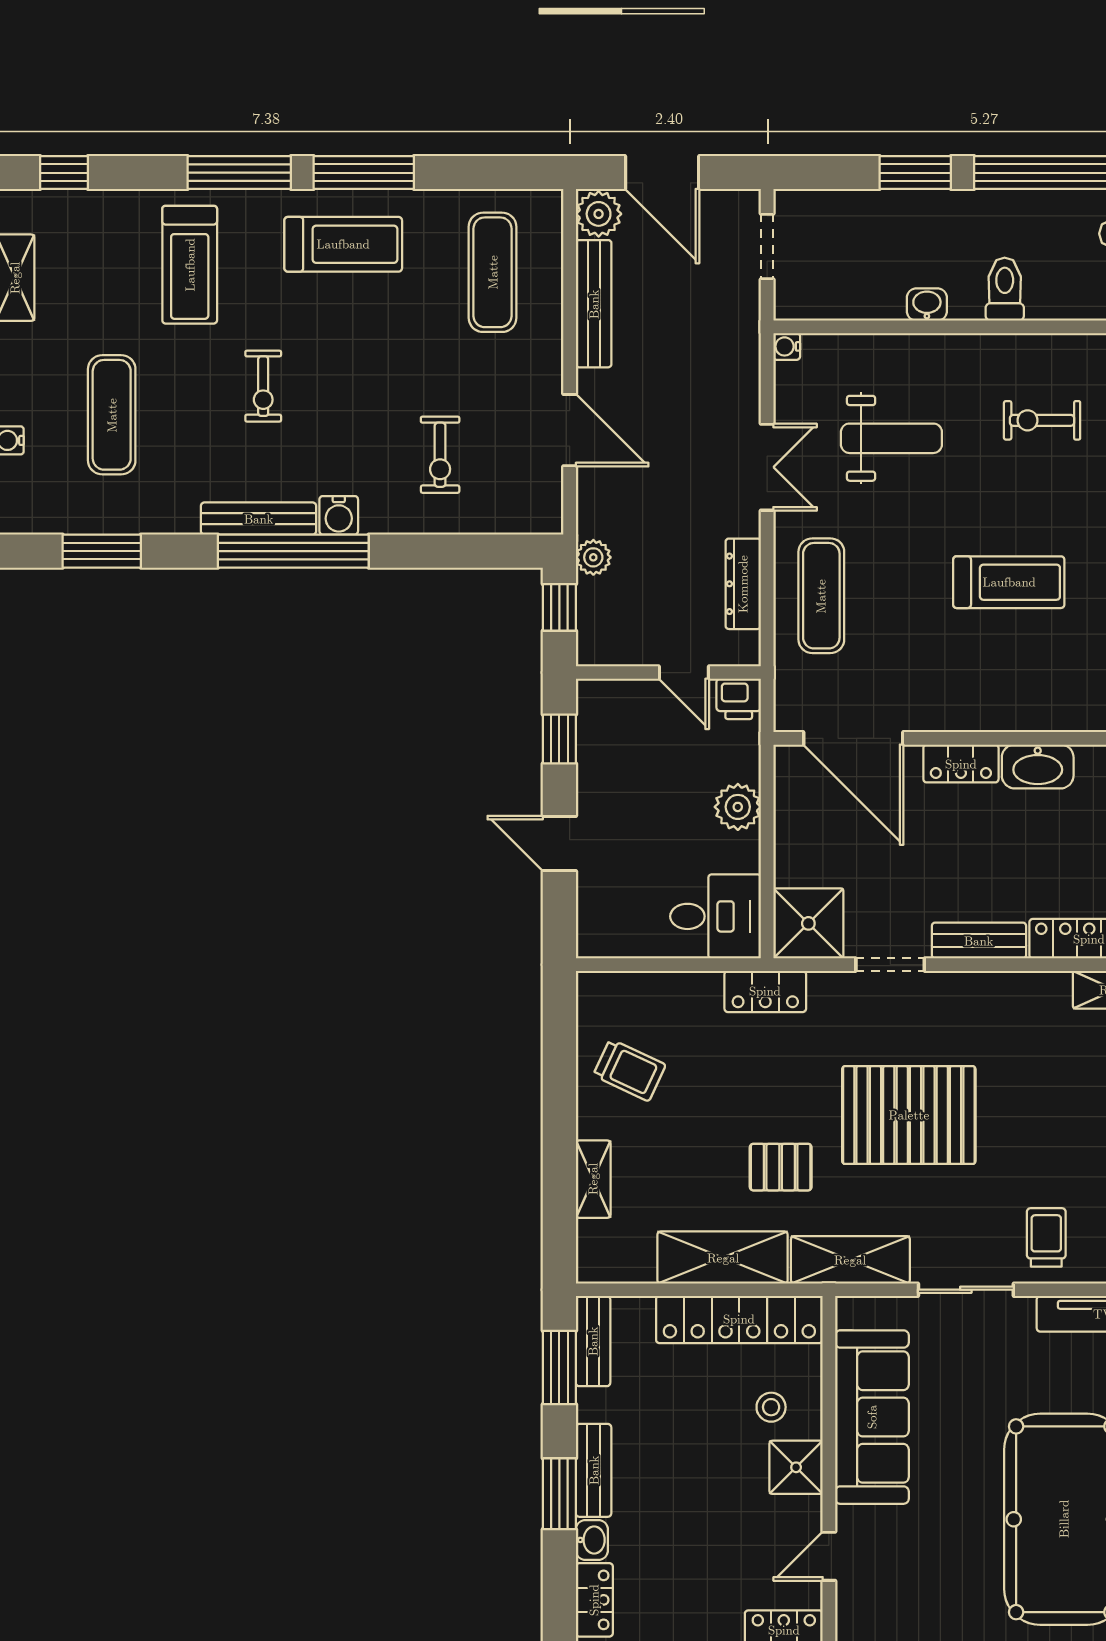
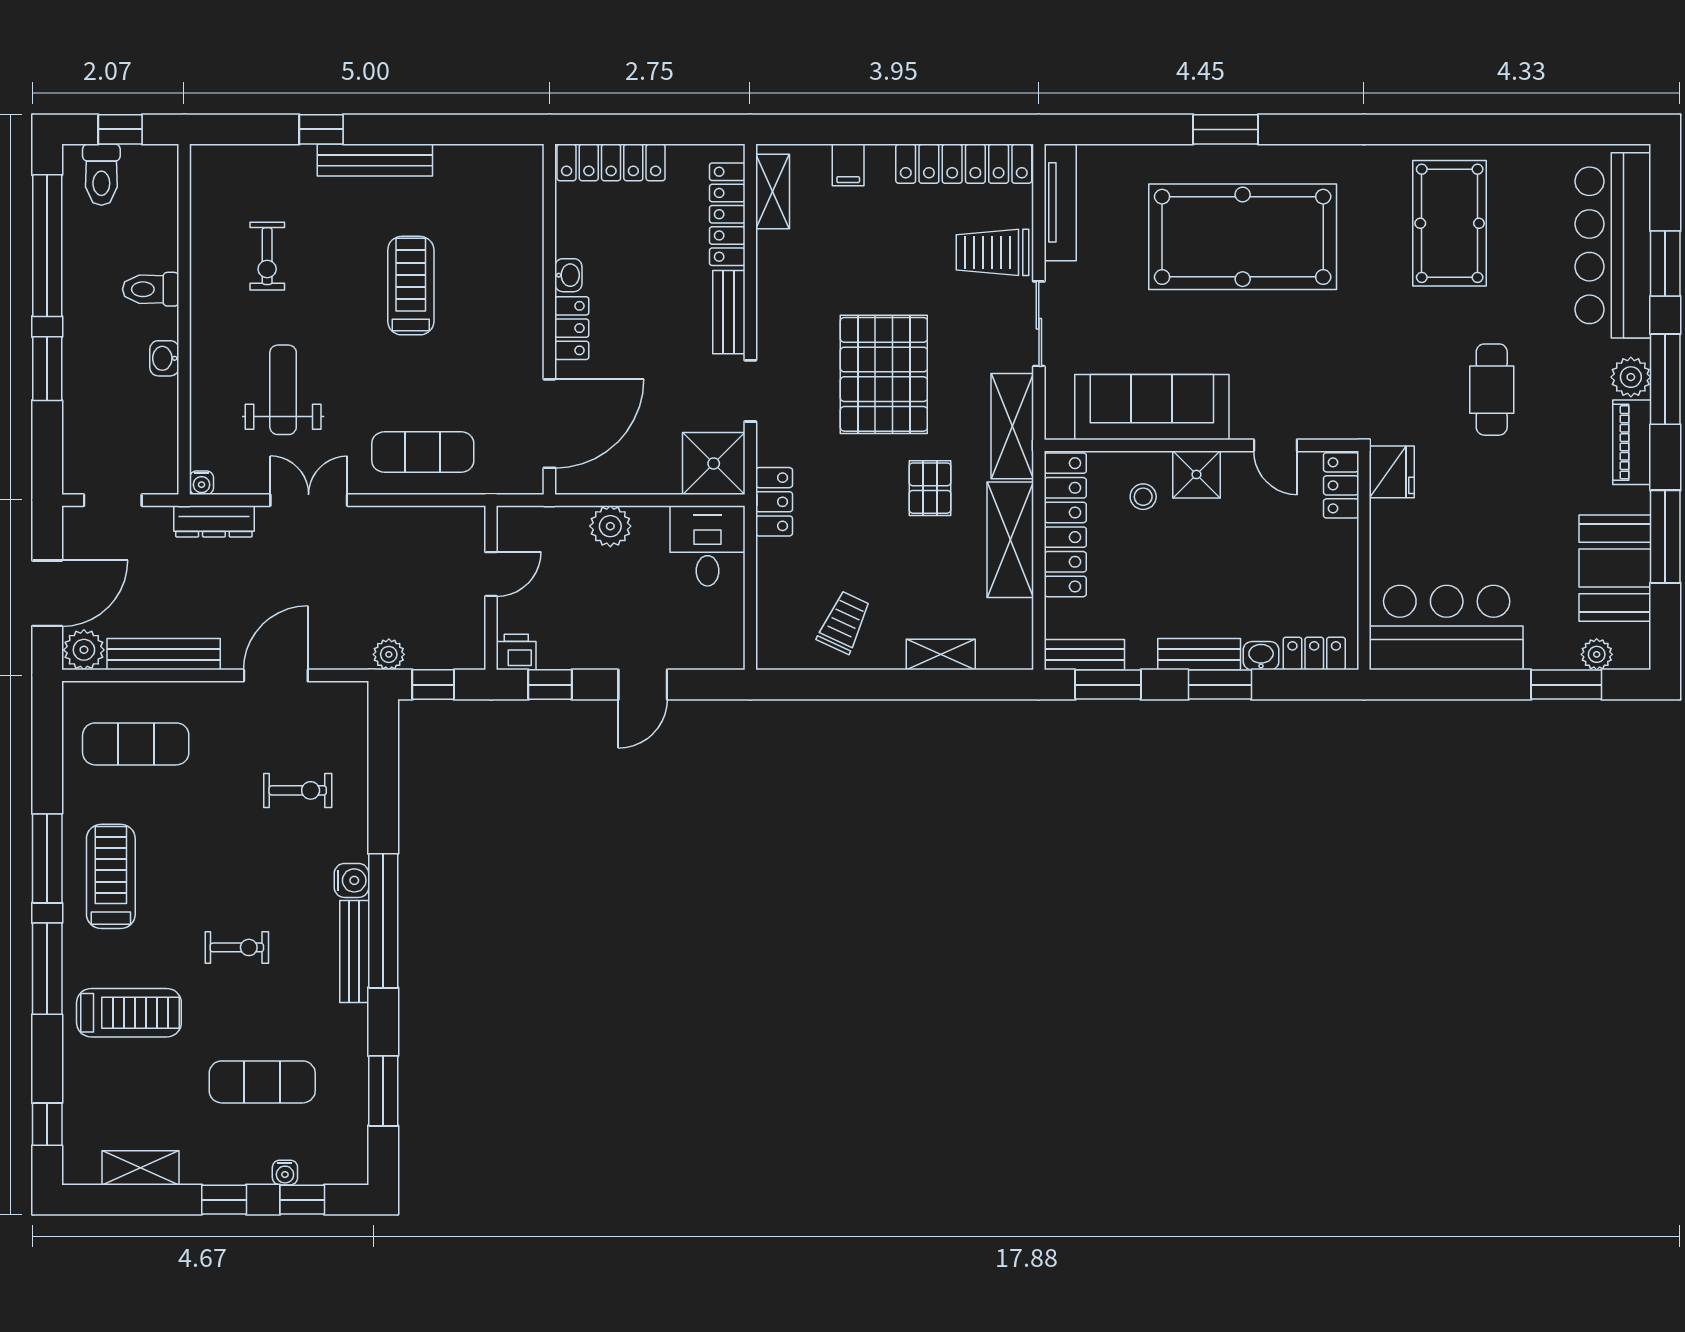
dresser: (743, 584) -> (214, 521), moved
printer: (739, 699) -> (516, 652), moved, turned -90
washbasin: (1038, 766) -> (568, 275), width x0.52, depth x0.69
trolley: (1046, 1237) -> (992, 252), width x1.36, depth x1.39

